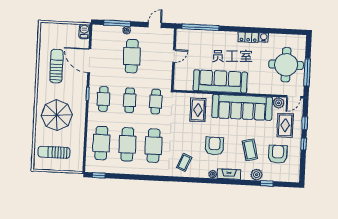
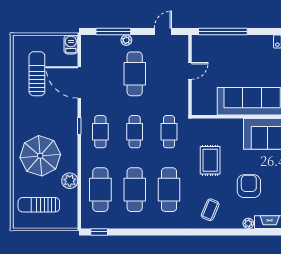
sun lounger: (56, 66) -> (37, 74), moved
rug: (198, 110) -> (210, 160), moved
plant: (78, 135) -> (70, 181), added

